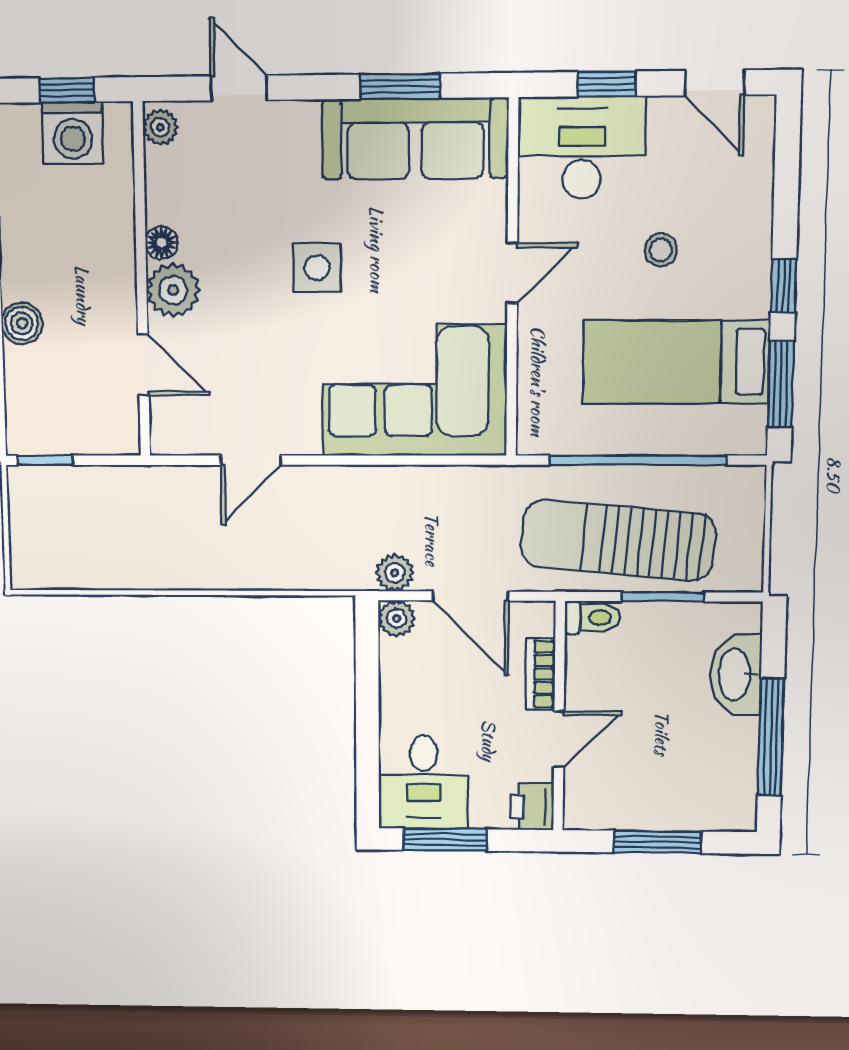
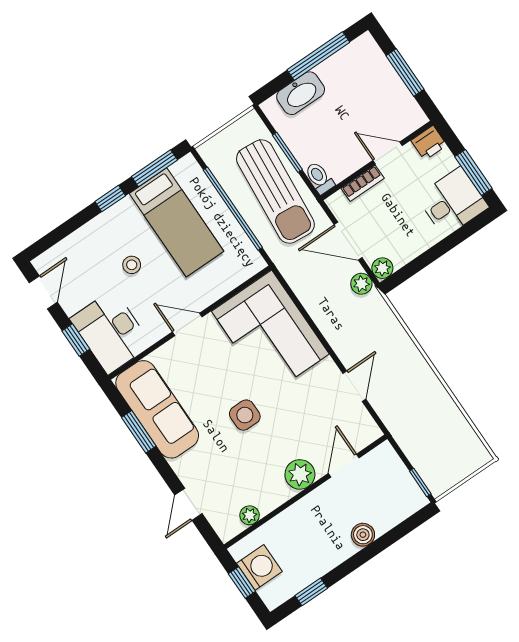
plant: (160, 127) -> (250, 515), moved
floor lamp: (162, 243) -> (282, 494), removed
door: (251, 460) -> (354, 386), hinge flipped
door: (470, 596) -> (348, 241), swing flipped

